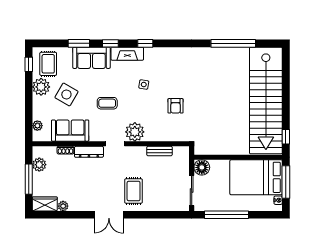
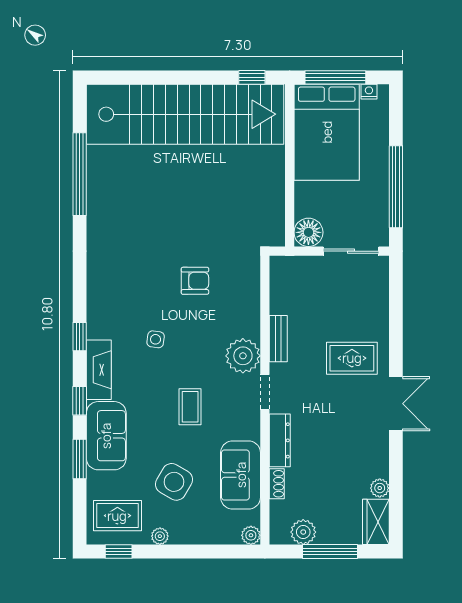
plant: (41, 87) -> (160, 536), width x0.53, depth x0.53
plant: (37, 126) -> (251, 535), moved
bench: (159, 151) -> (278, 339), moved

